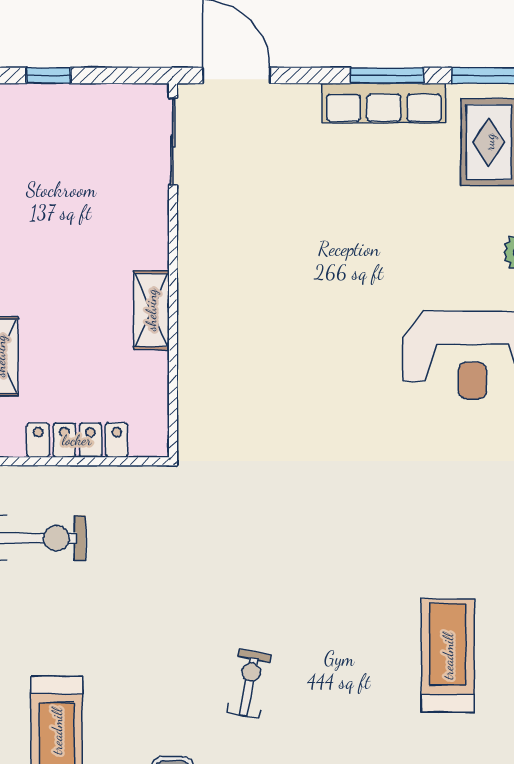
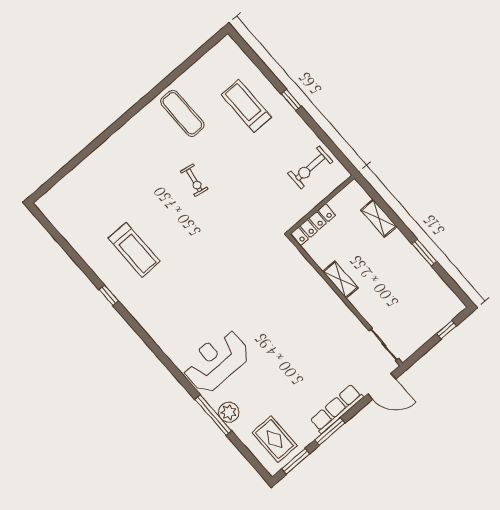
row of seats: (384, 103) -> (337, 409), moved
locker: (77, 440) -> (313, 224), moved

